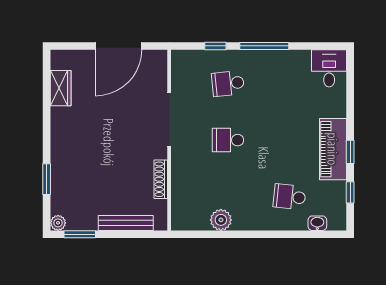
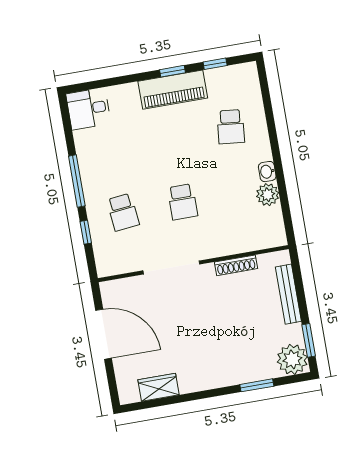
plant: (58, 223) -> (292, 359), width x1.87, depth x1.87
washbasin: (317, 223) -> (267, 172), moved

